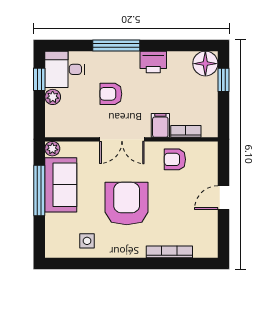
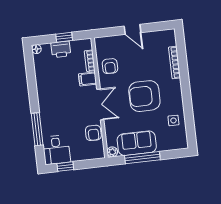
window: (116, 45) -> (37, 129), moved
printer: (153, 62) -> (61, 49), moved, turned 90
floor lamp: (205, 64) -> (36, 49), width x0.53, depth x0.53
window: (223, 80) -> (64, 37), moved
armchair: (111, 94) -> (93, 133), moved
plant: (53, 97) -> (76, 156), removed

